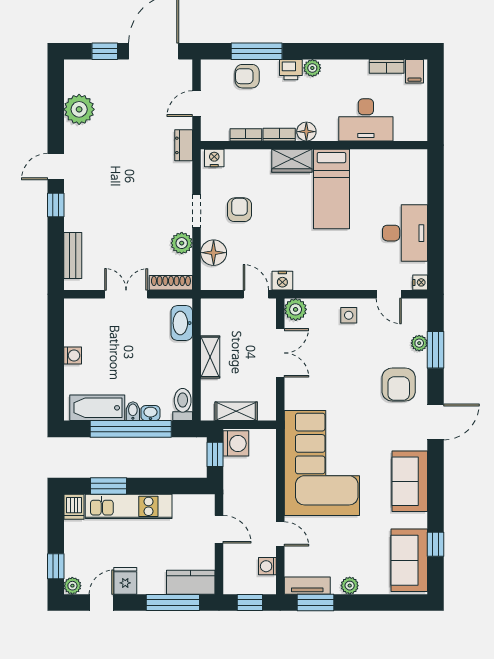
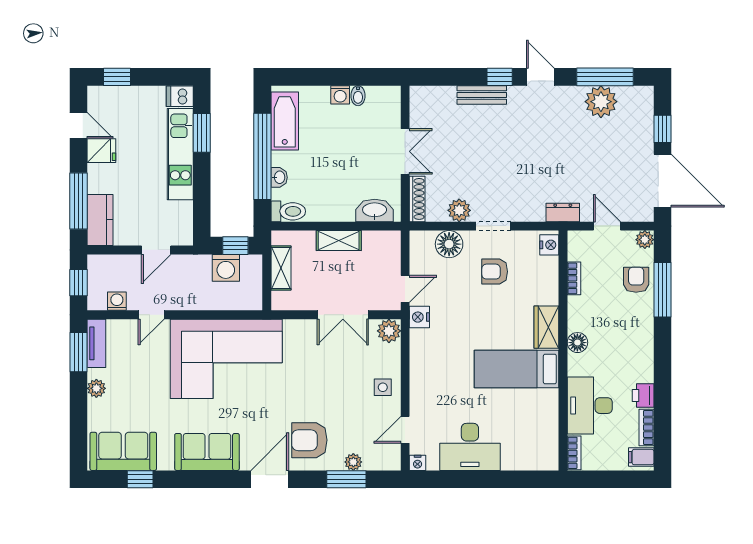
plant: (312, 68) -> (645, 240), moved
printer: (291, 70) -> (643, 396), moved
window: (56, 106) -> (605, 77), added
bookcase: (279, 135) -> (574, 453), moved
armchair: (239, 210) -> (495, 272), turned 180
bench: (73, 255) -> (482, 95), moved
bidet: (133, 411) -> (358, 96), moved, turned 90
door: (435, 422) -> (270, 479), swing flipped
washing machine: (236, 443) -> (226, 268), moved
plant: (72, 586) -> (96, 95), removed

